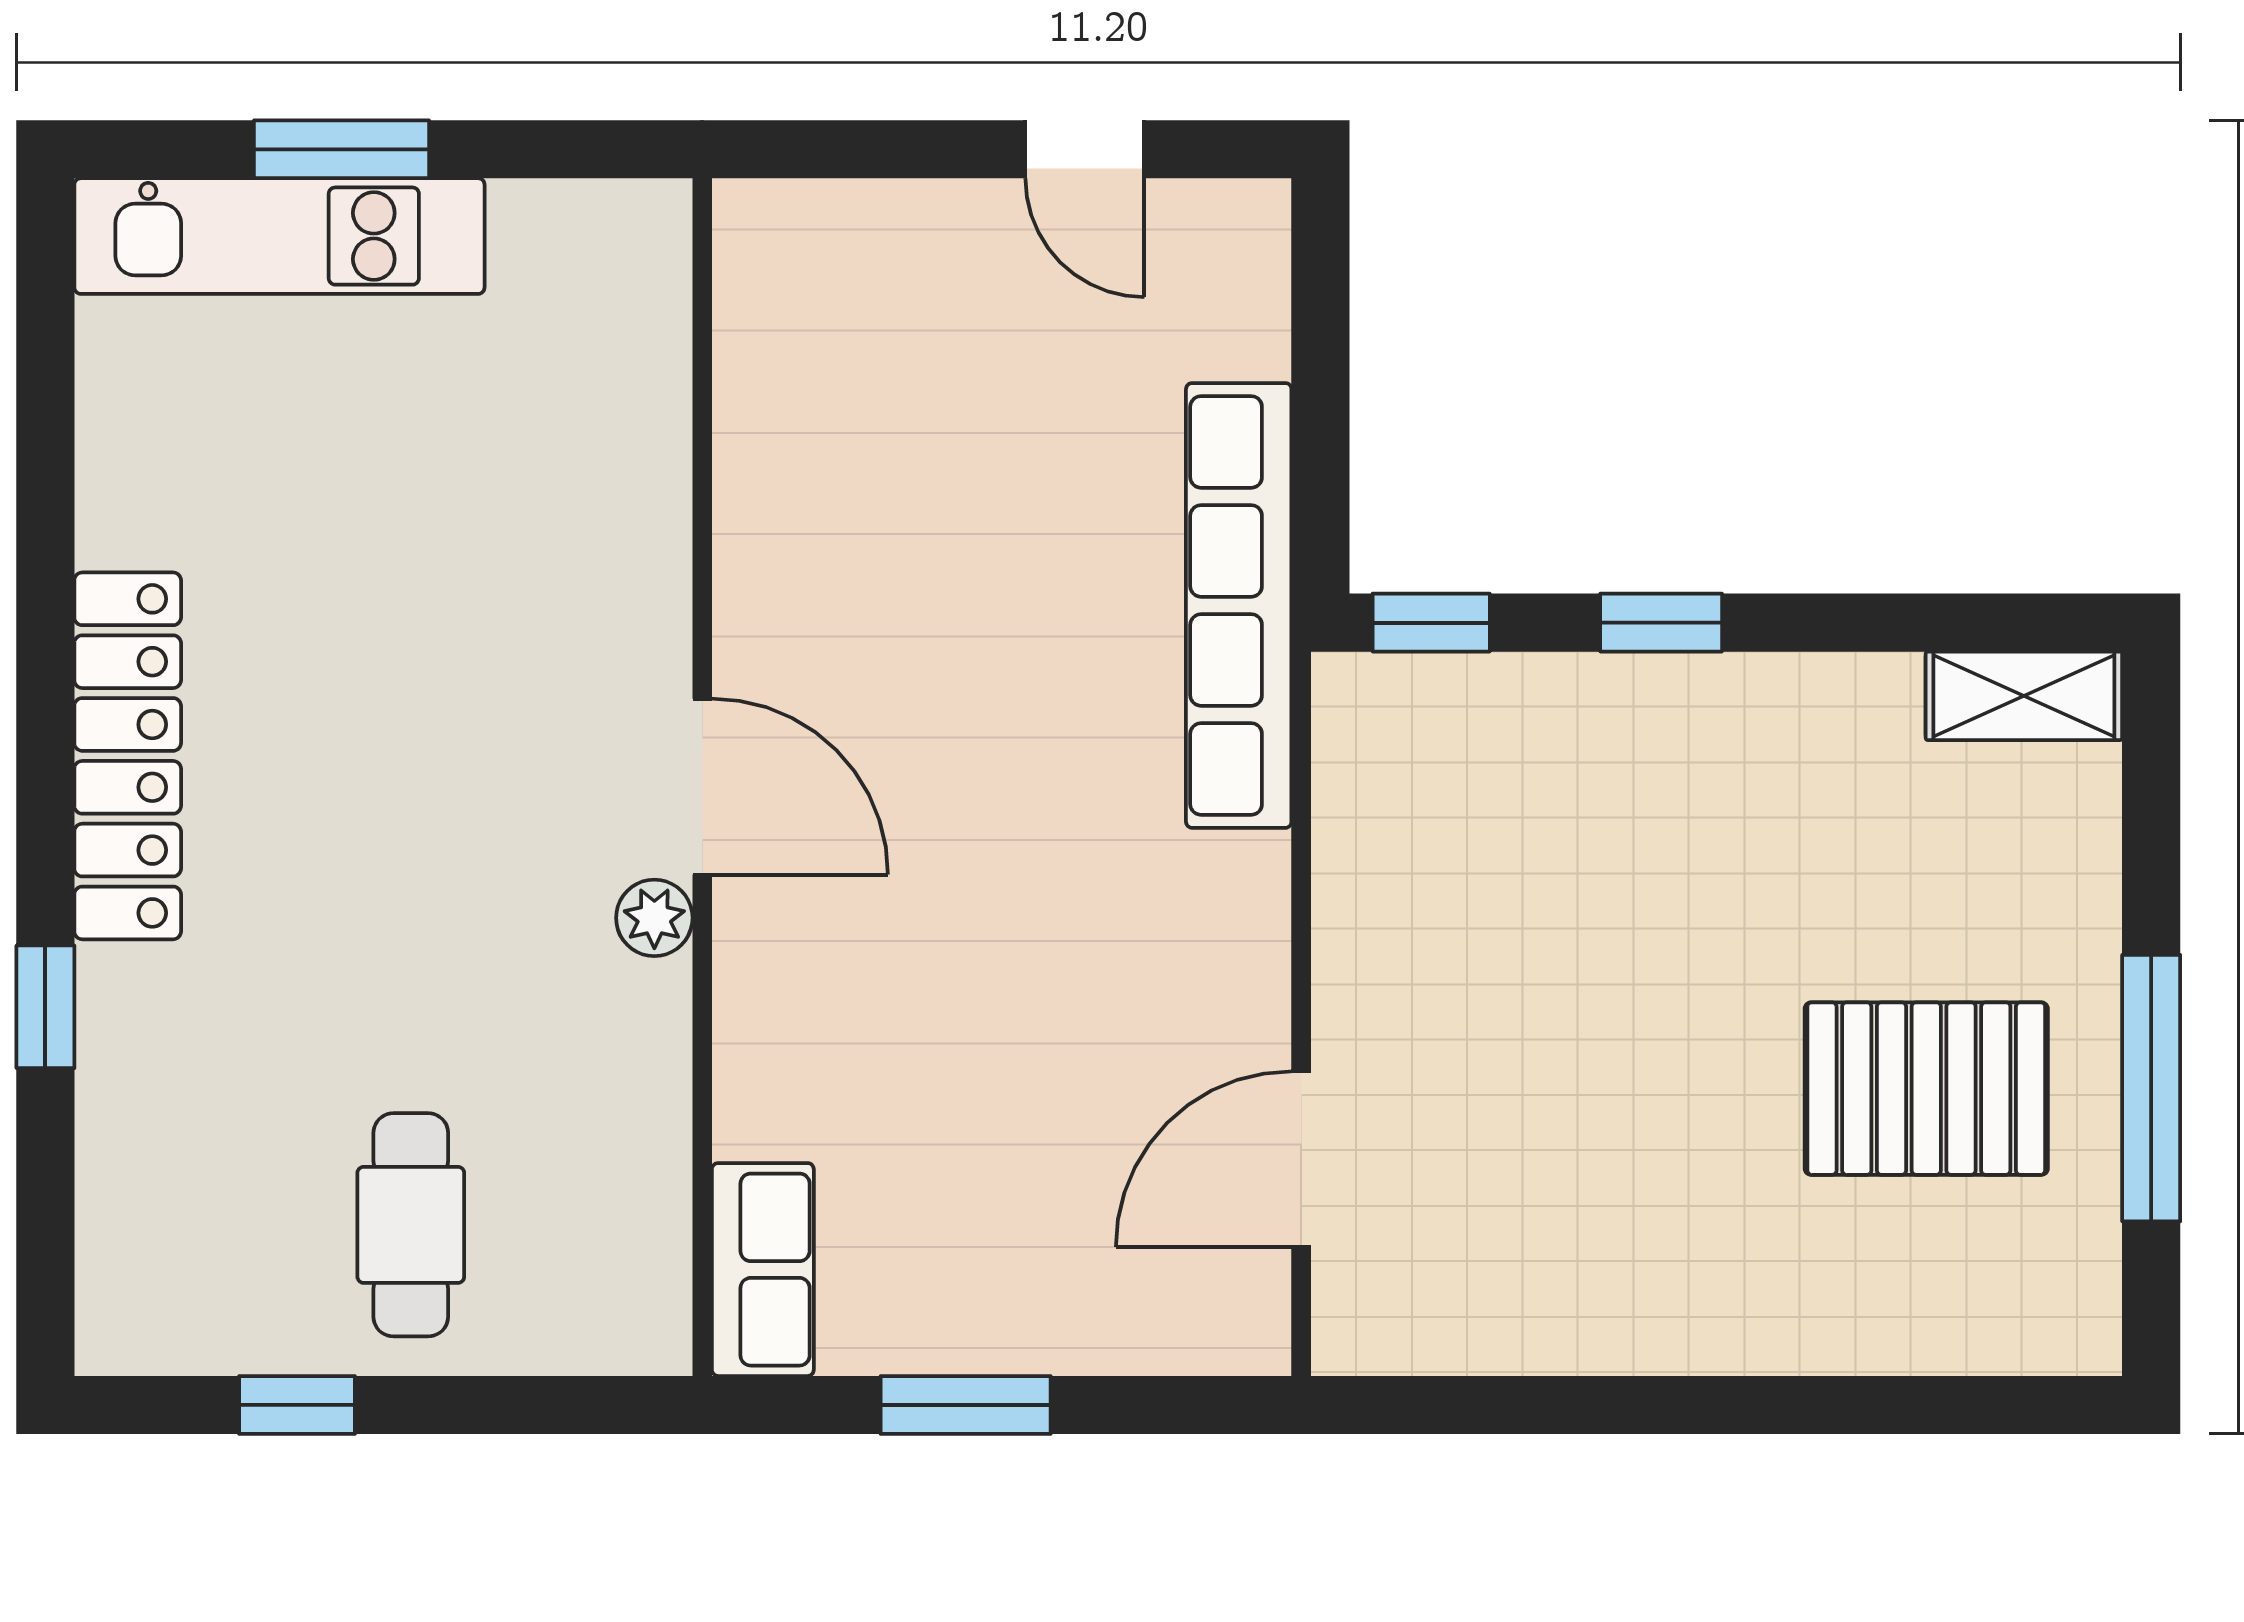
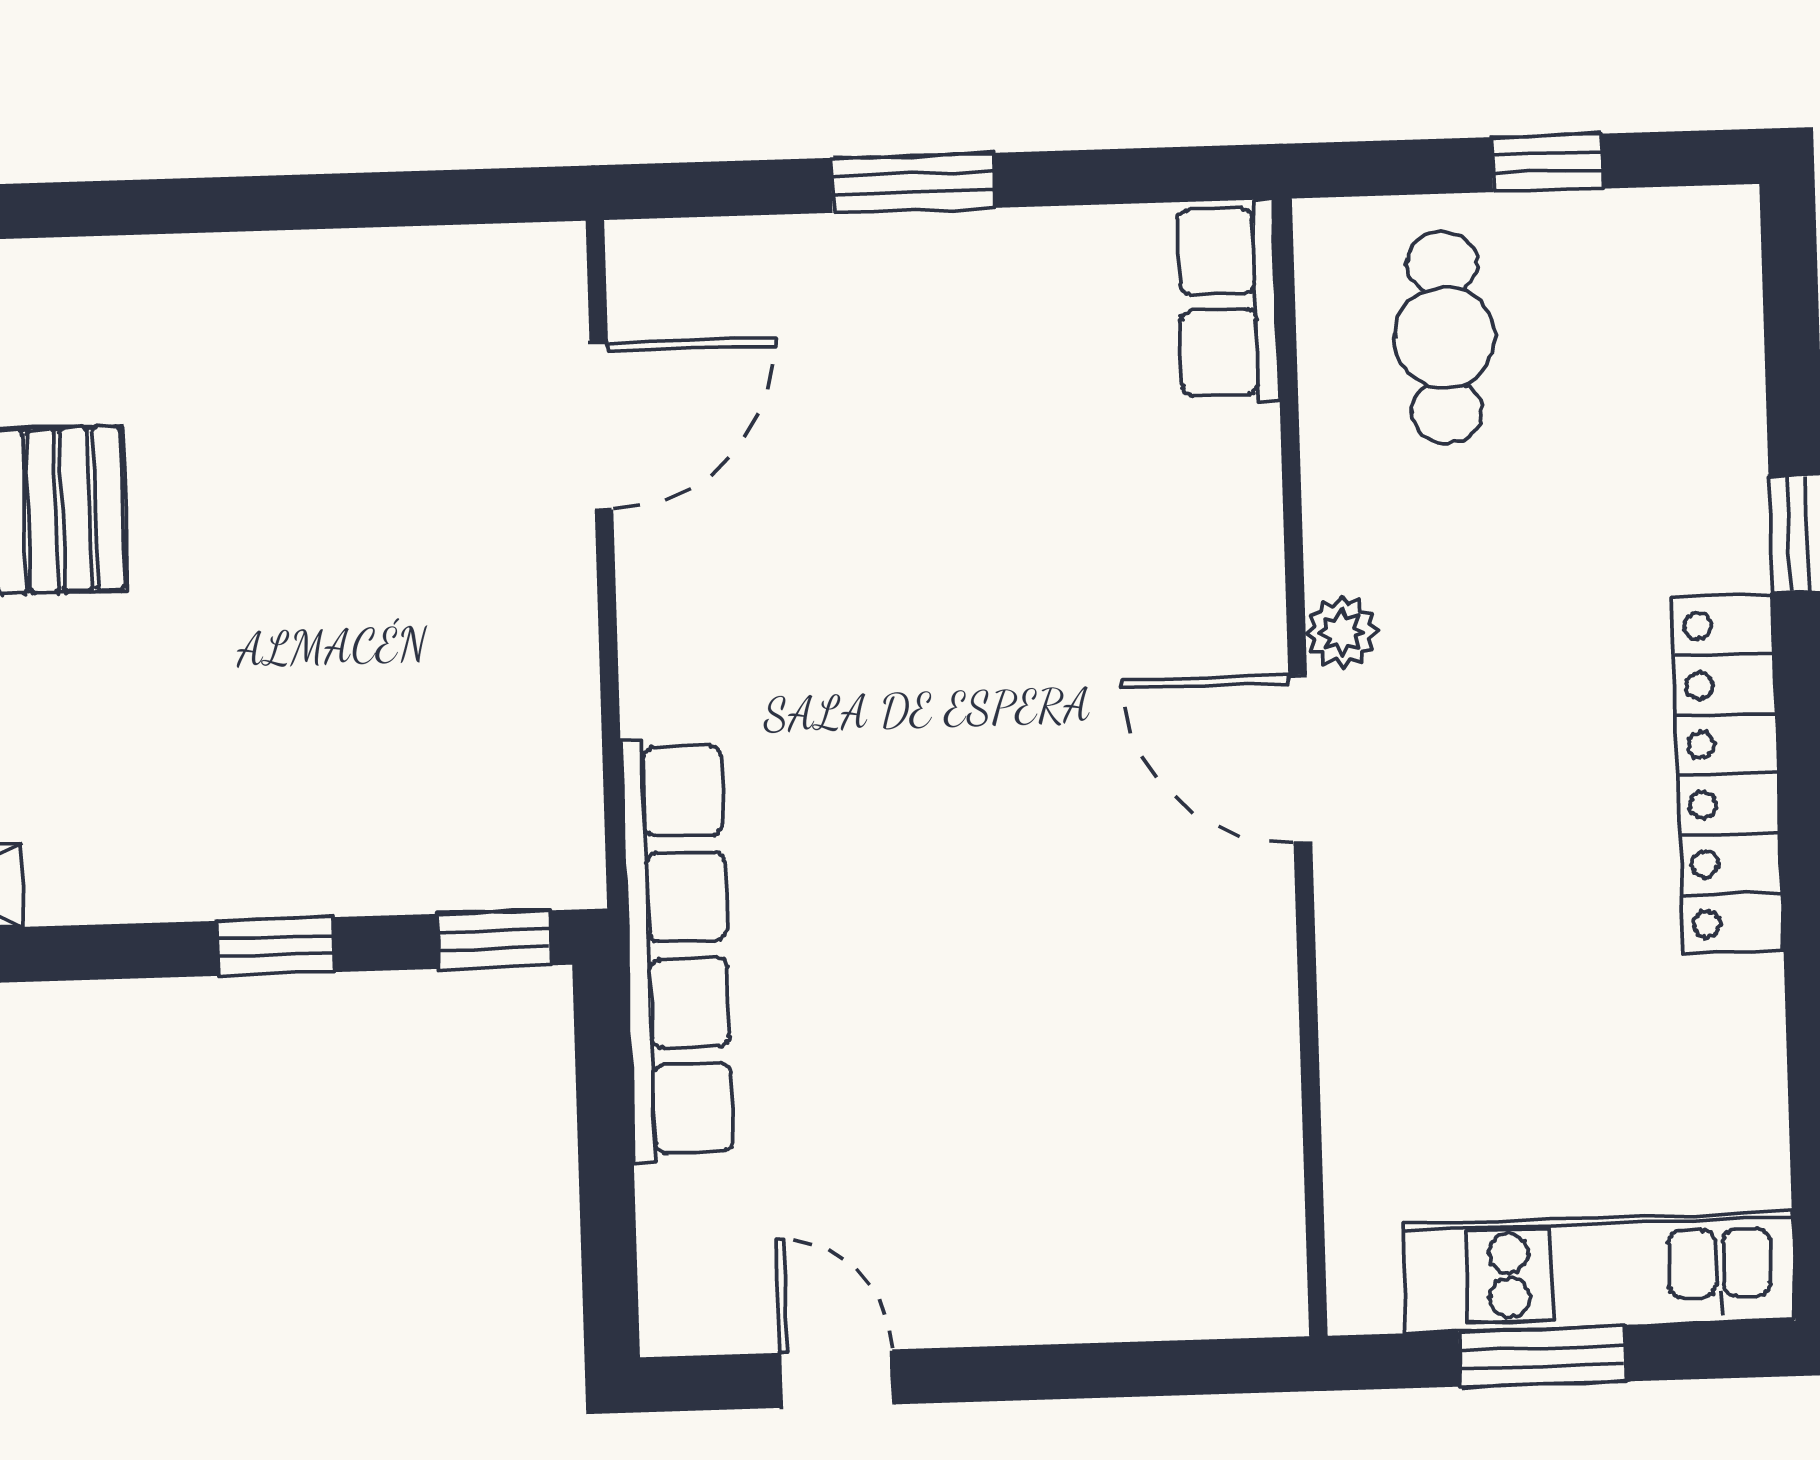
wall: (702, 777) -> (1301, 767), moved
door: (702, 787) -> (1300, 758), moved
plant: (654, 918) -> (1342, 632), moved
row of seats: (763, 1270) -> (1228, 302), moved

